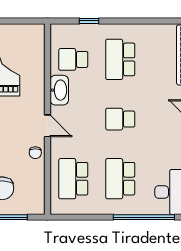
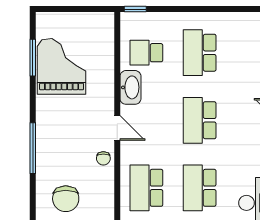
window: (89, 21) -> (135, 9), moved
school desk: (120, 119) -> (200, 120), width x1.85

